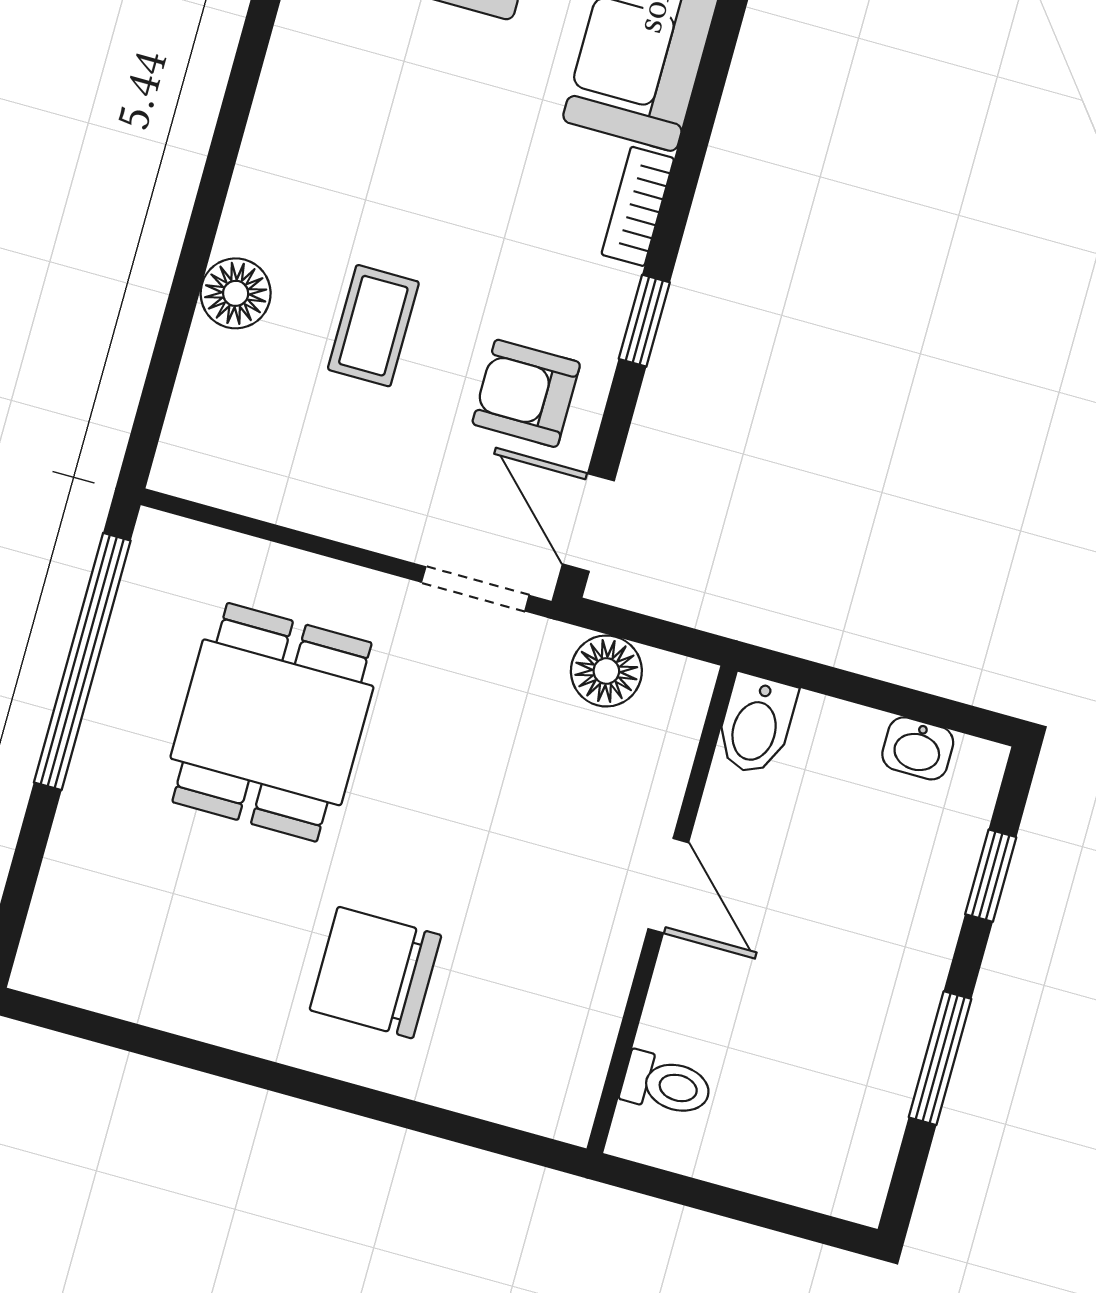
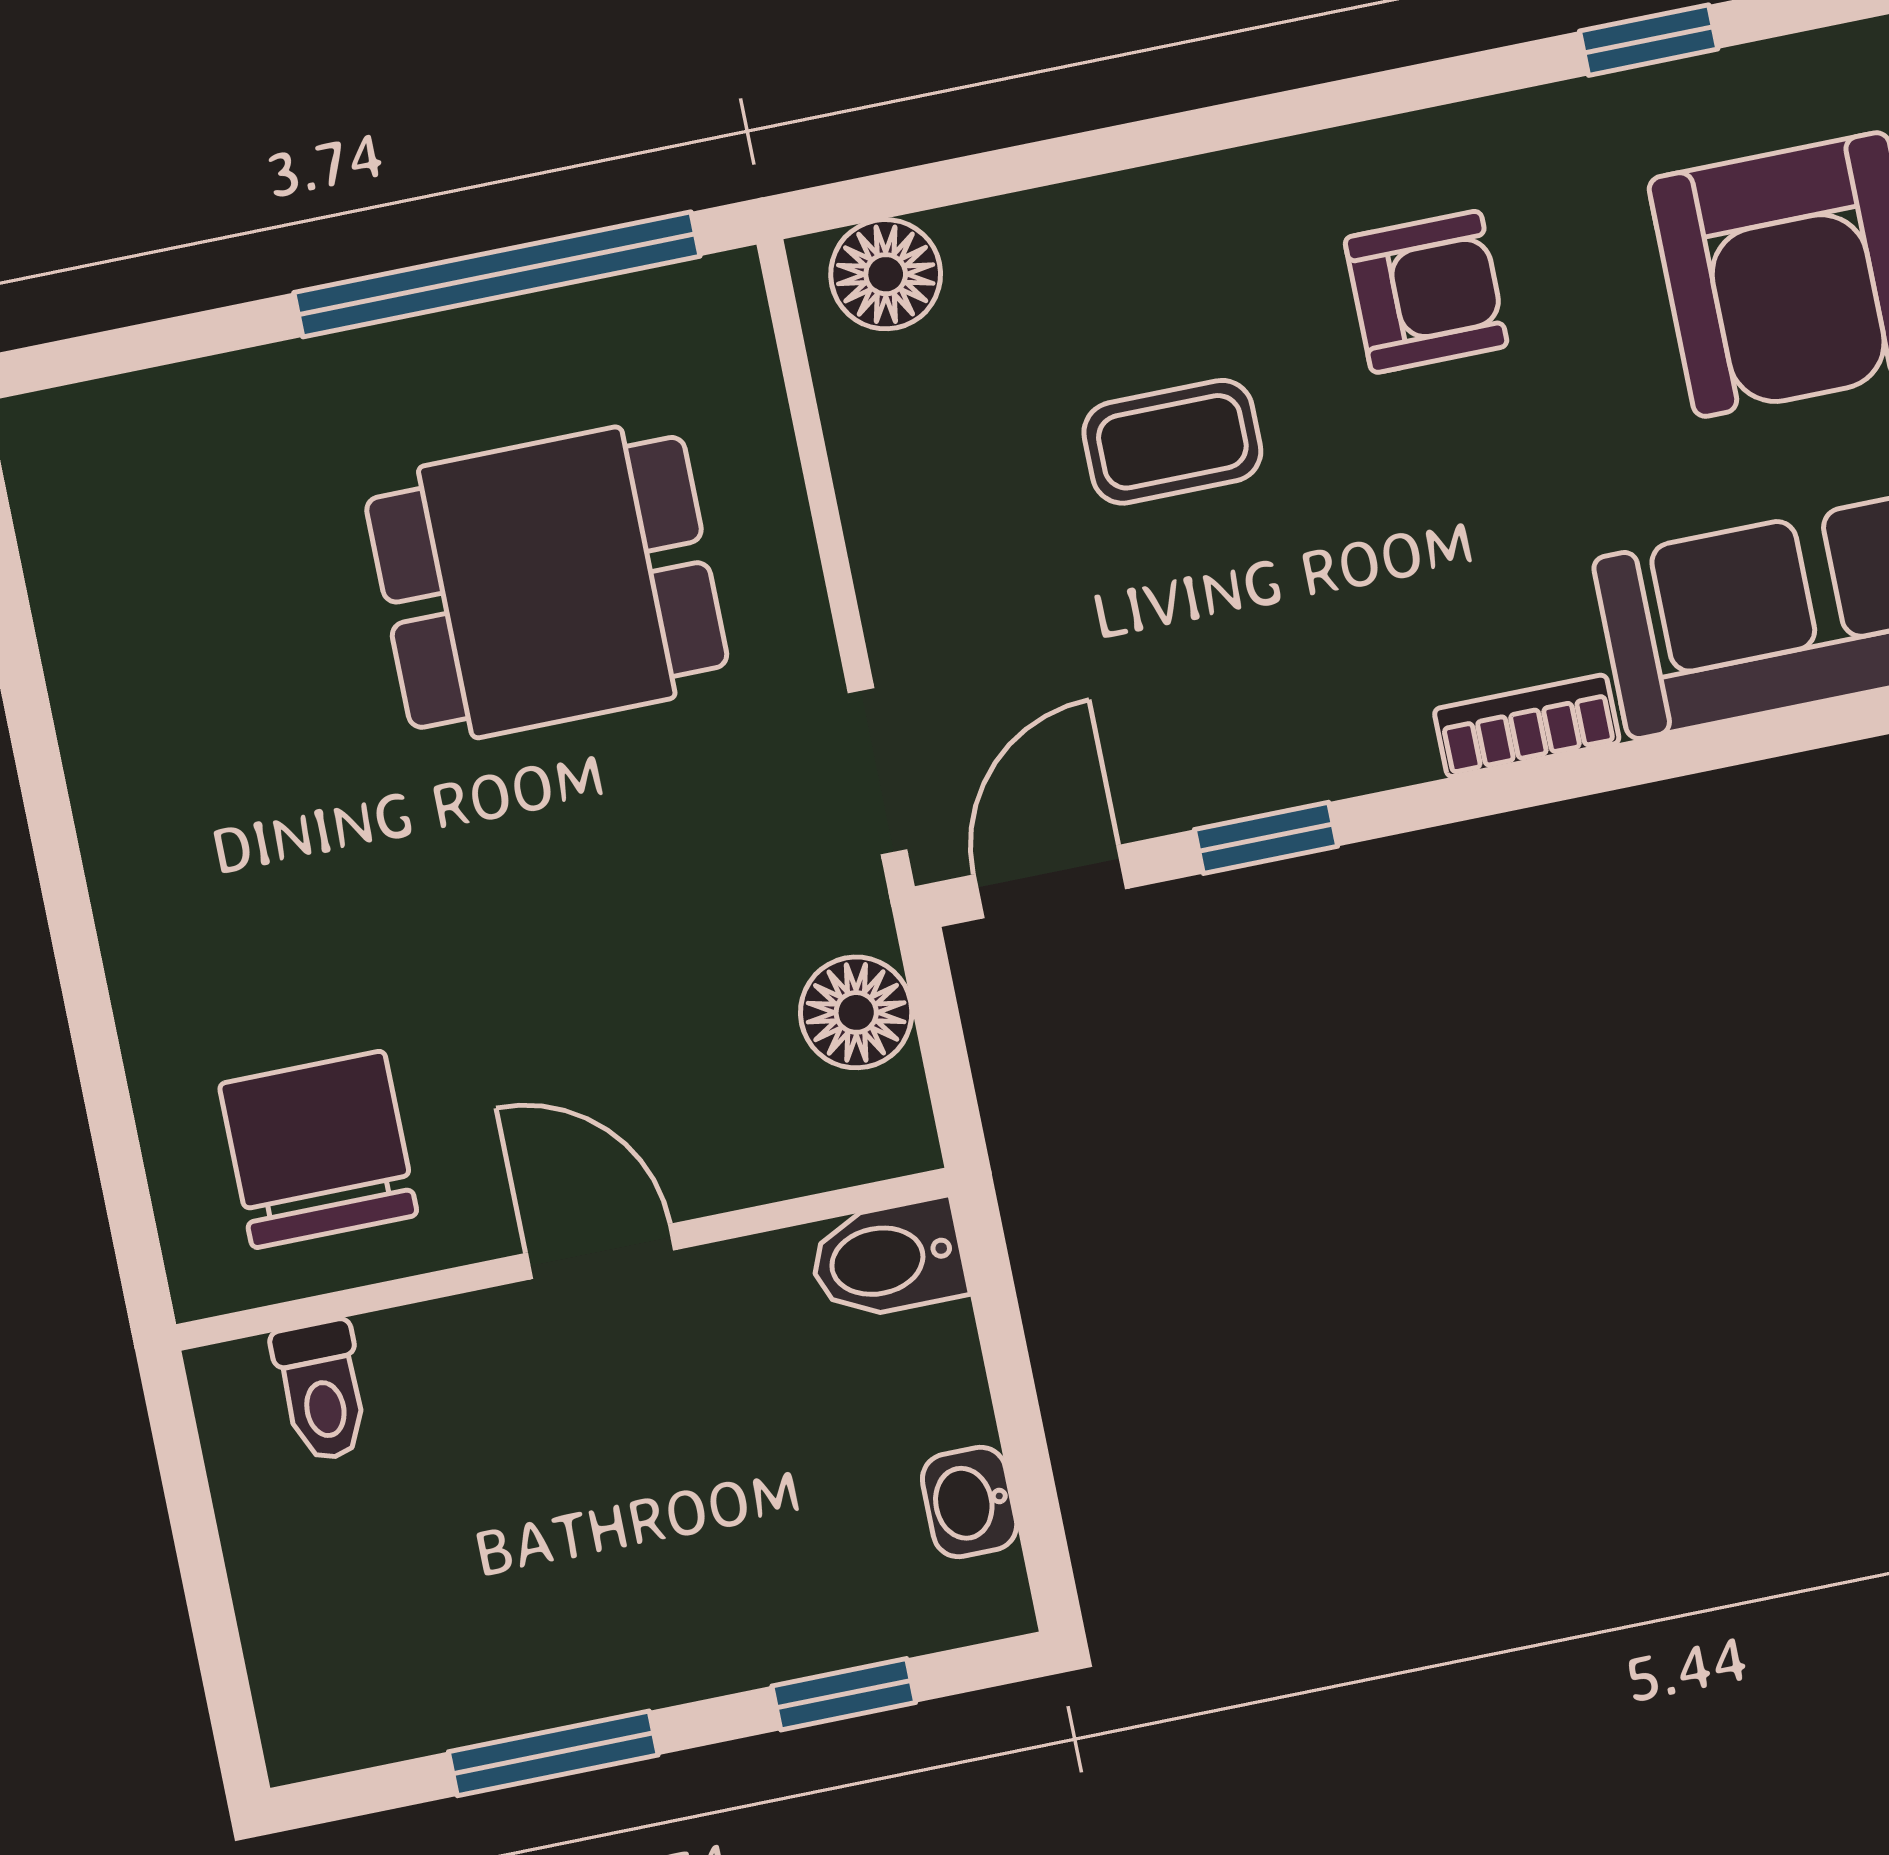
floor lamp: (236, 293) -> (886, 274), moved
window: (644, 321) -> (1266, 838), moved
armchair: (526, 393) -> (1426, 292), moved, turned 90
door: (668, 886) -> (601, 1252), swing flipped
chair: (375, 973) -> (318, 1149), moved

